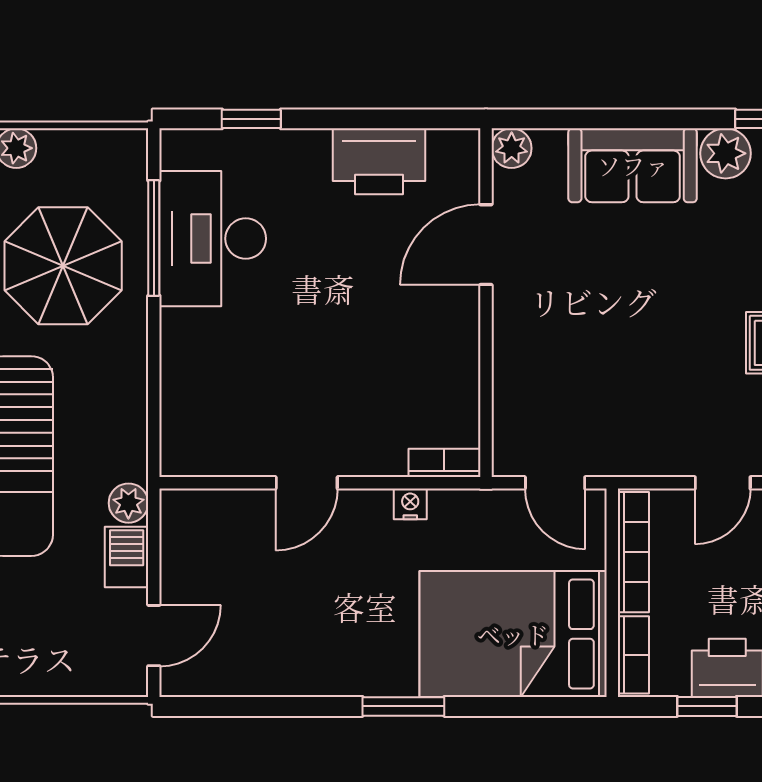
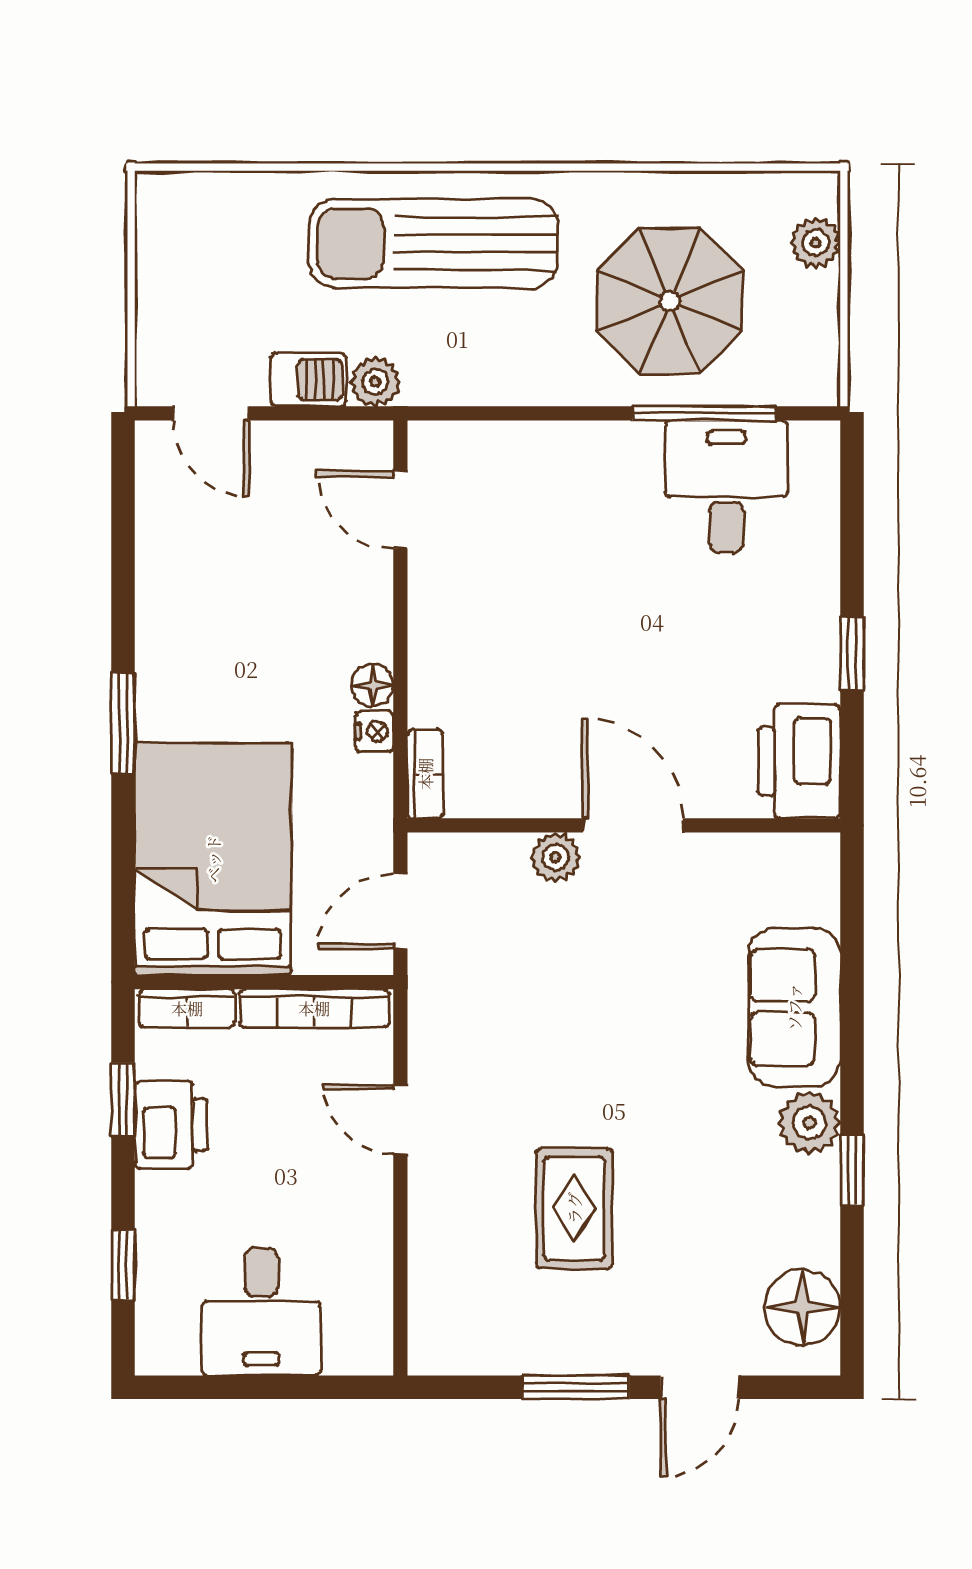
window: (251, 119) -> (852, 654), moved
plant: (512, 148) -> (555, 857), moved
printer: (379, 161) -> (799, 761), moved
desk: (213, 239) -> (726, 486), width x0.73
door: (486, 245) -> (633, 825), moved
door: (307, 483) -> (400, 510), moved
floor lamp: (373, 505) -> (372, 685), added

